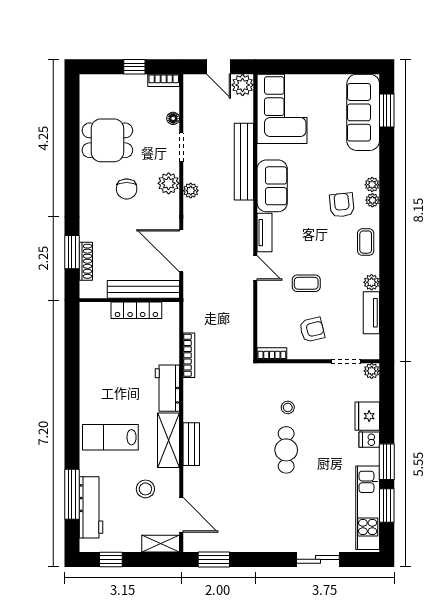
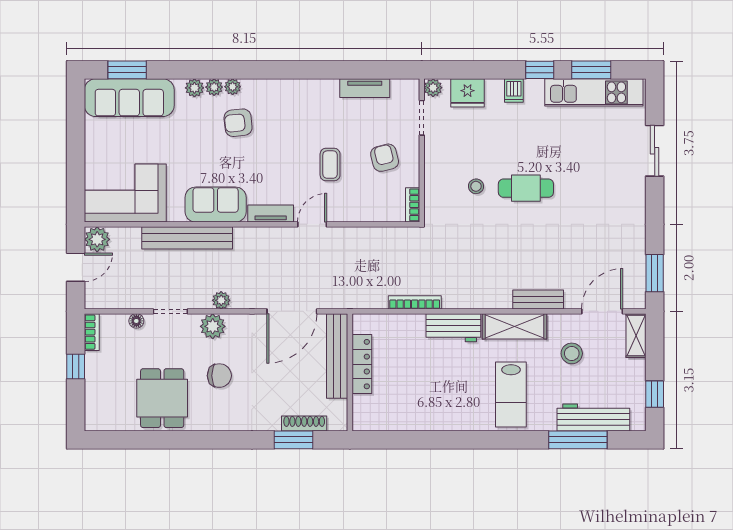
coffee table: (366, 242) -> (282, 95), removed
plant: (372, 282) -> (194, 88), moved
fridge: (367, 416) -> (468, 93), moved
bench: (191, 444) -> (538, 300), moved
window: (387, 462) -> (540, 70), width x0.67

